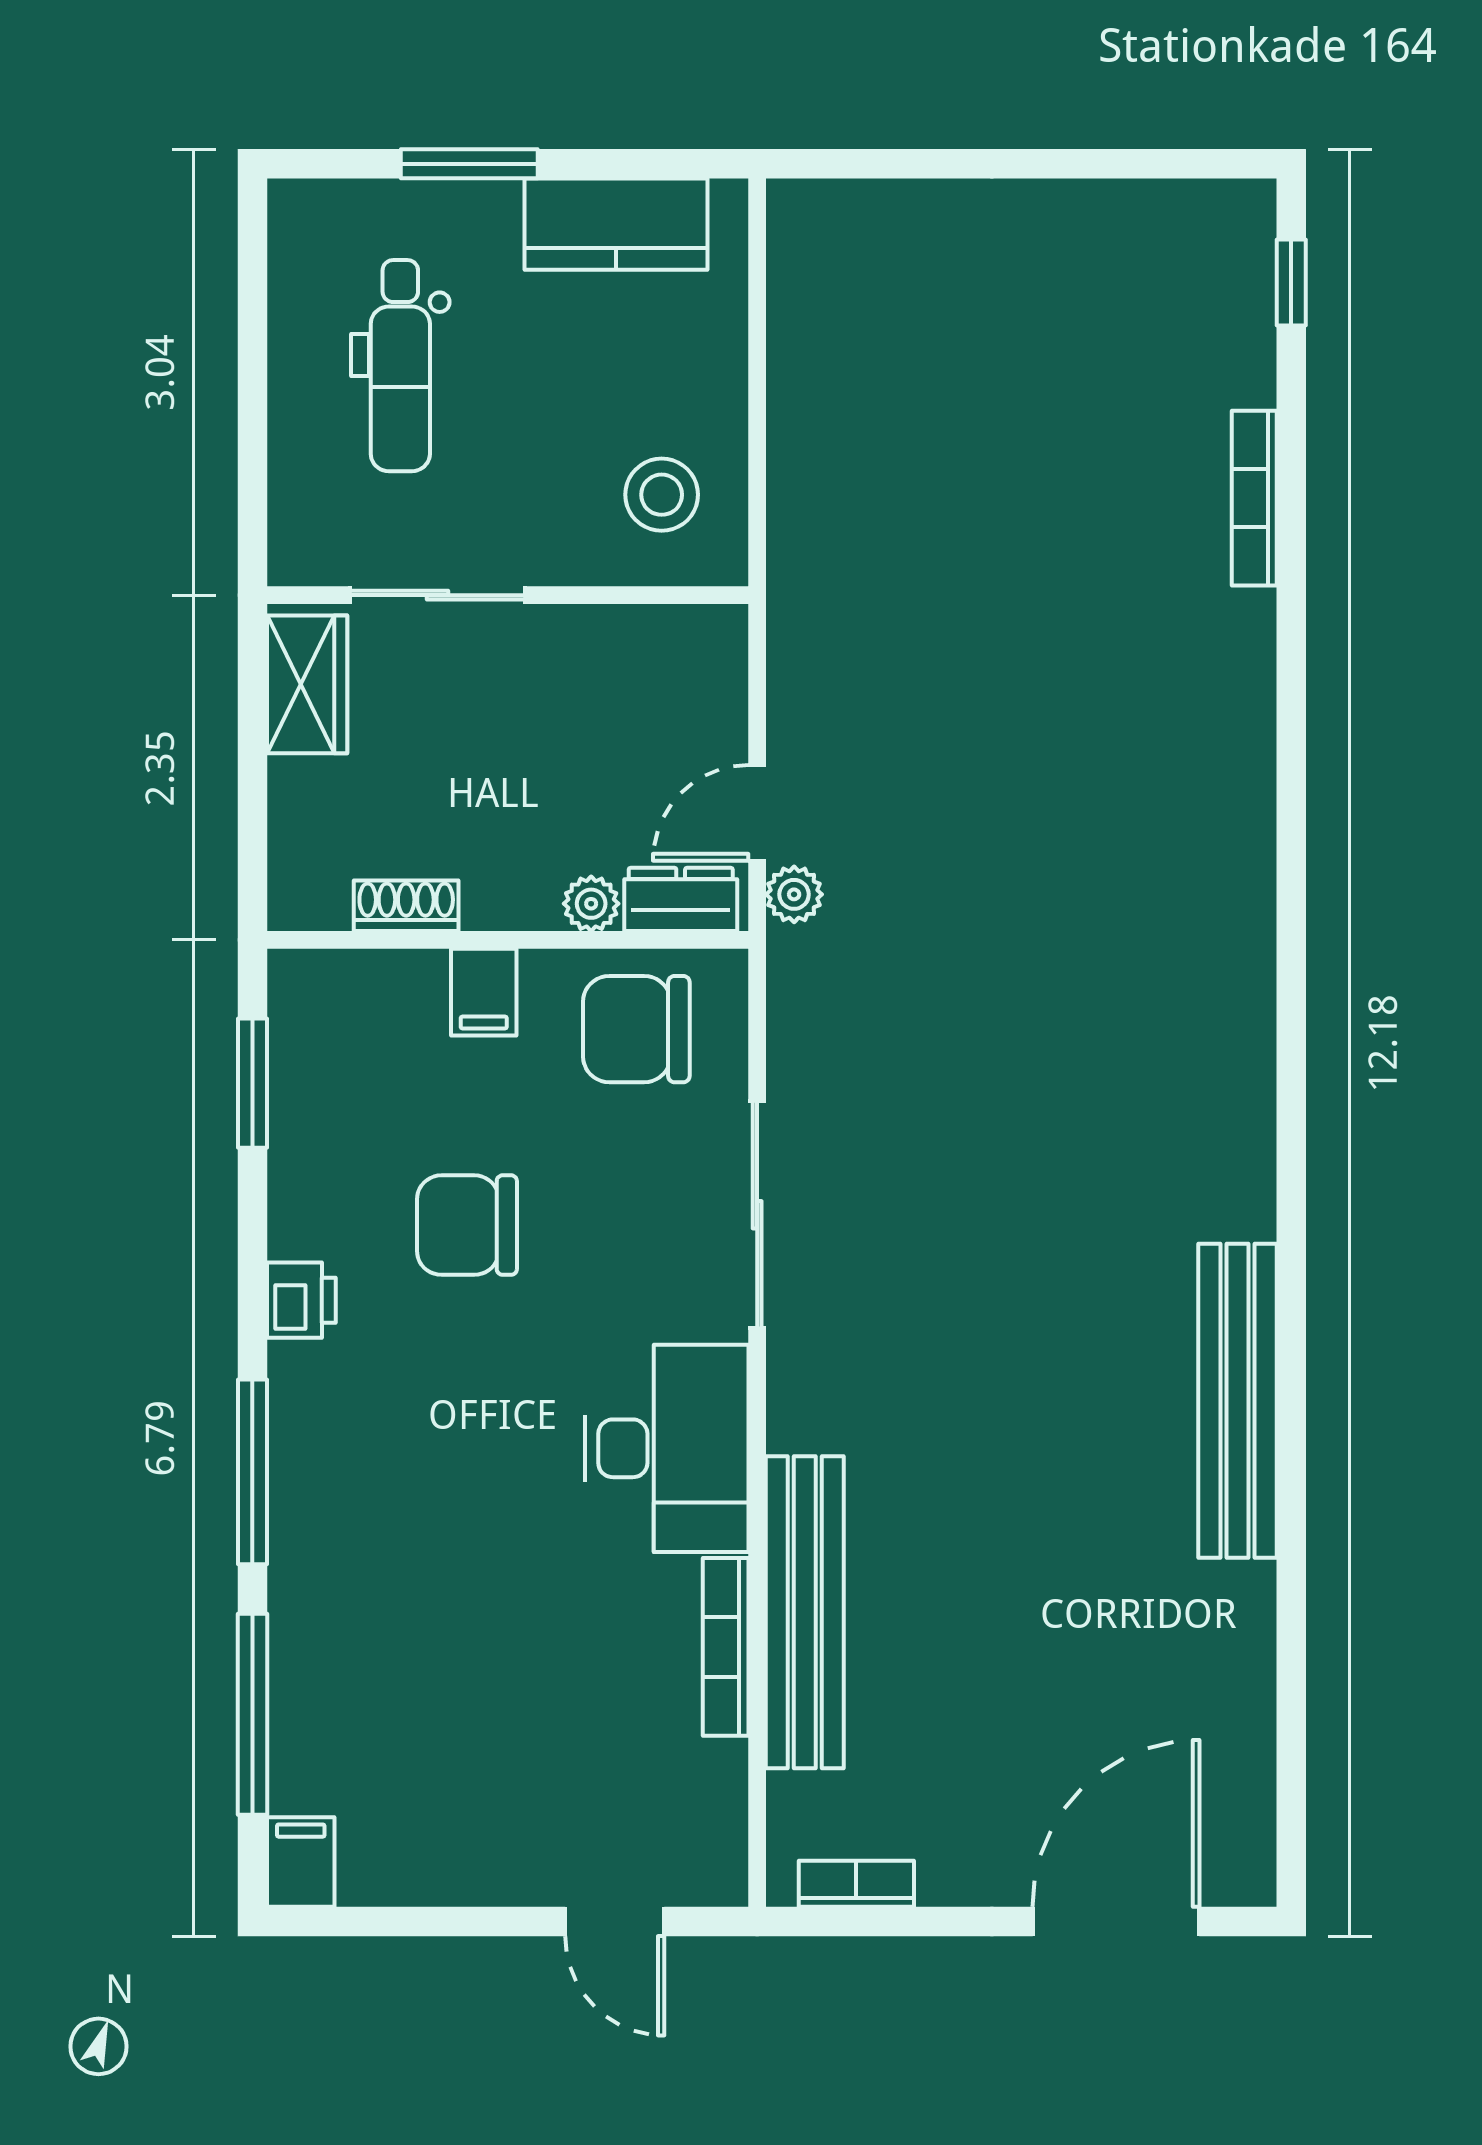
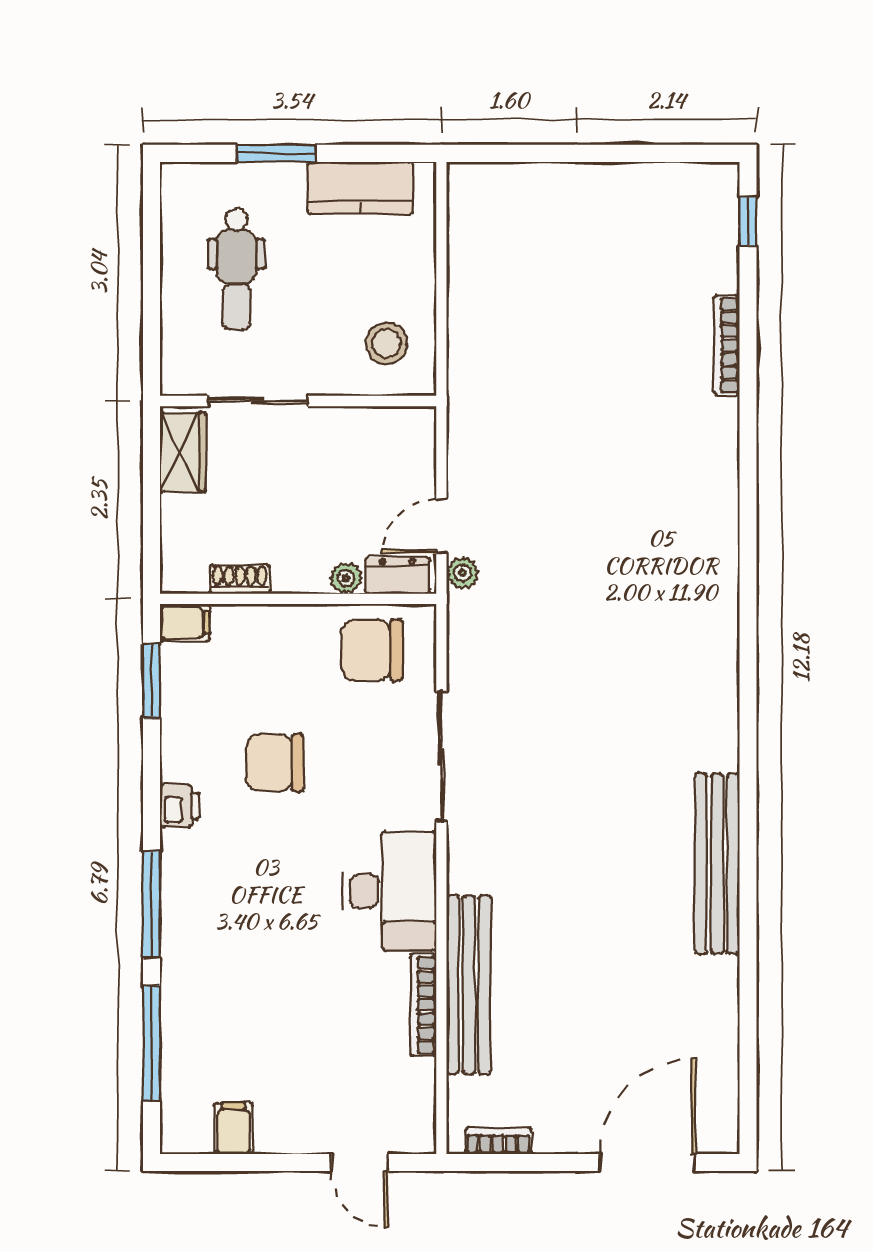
filing cabinet: (484, 992) -> (185, 623), moved, turned -90
filing cabinet: (301, 1862) -> (233, 1128), moved

